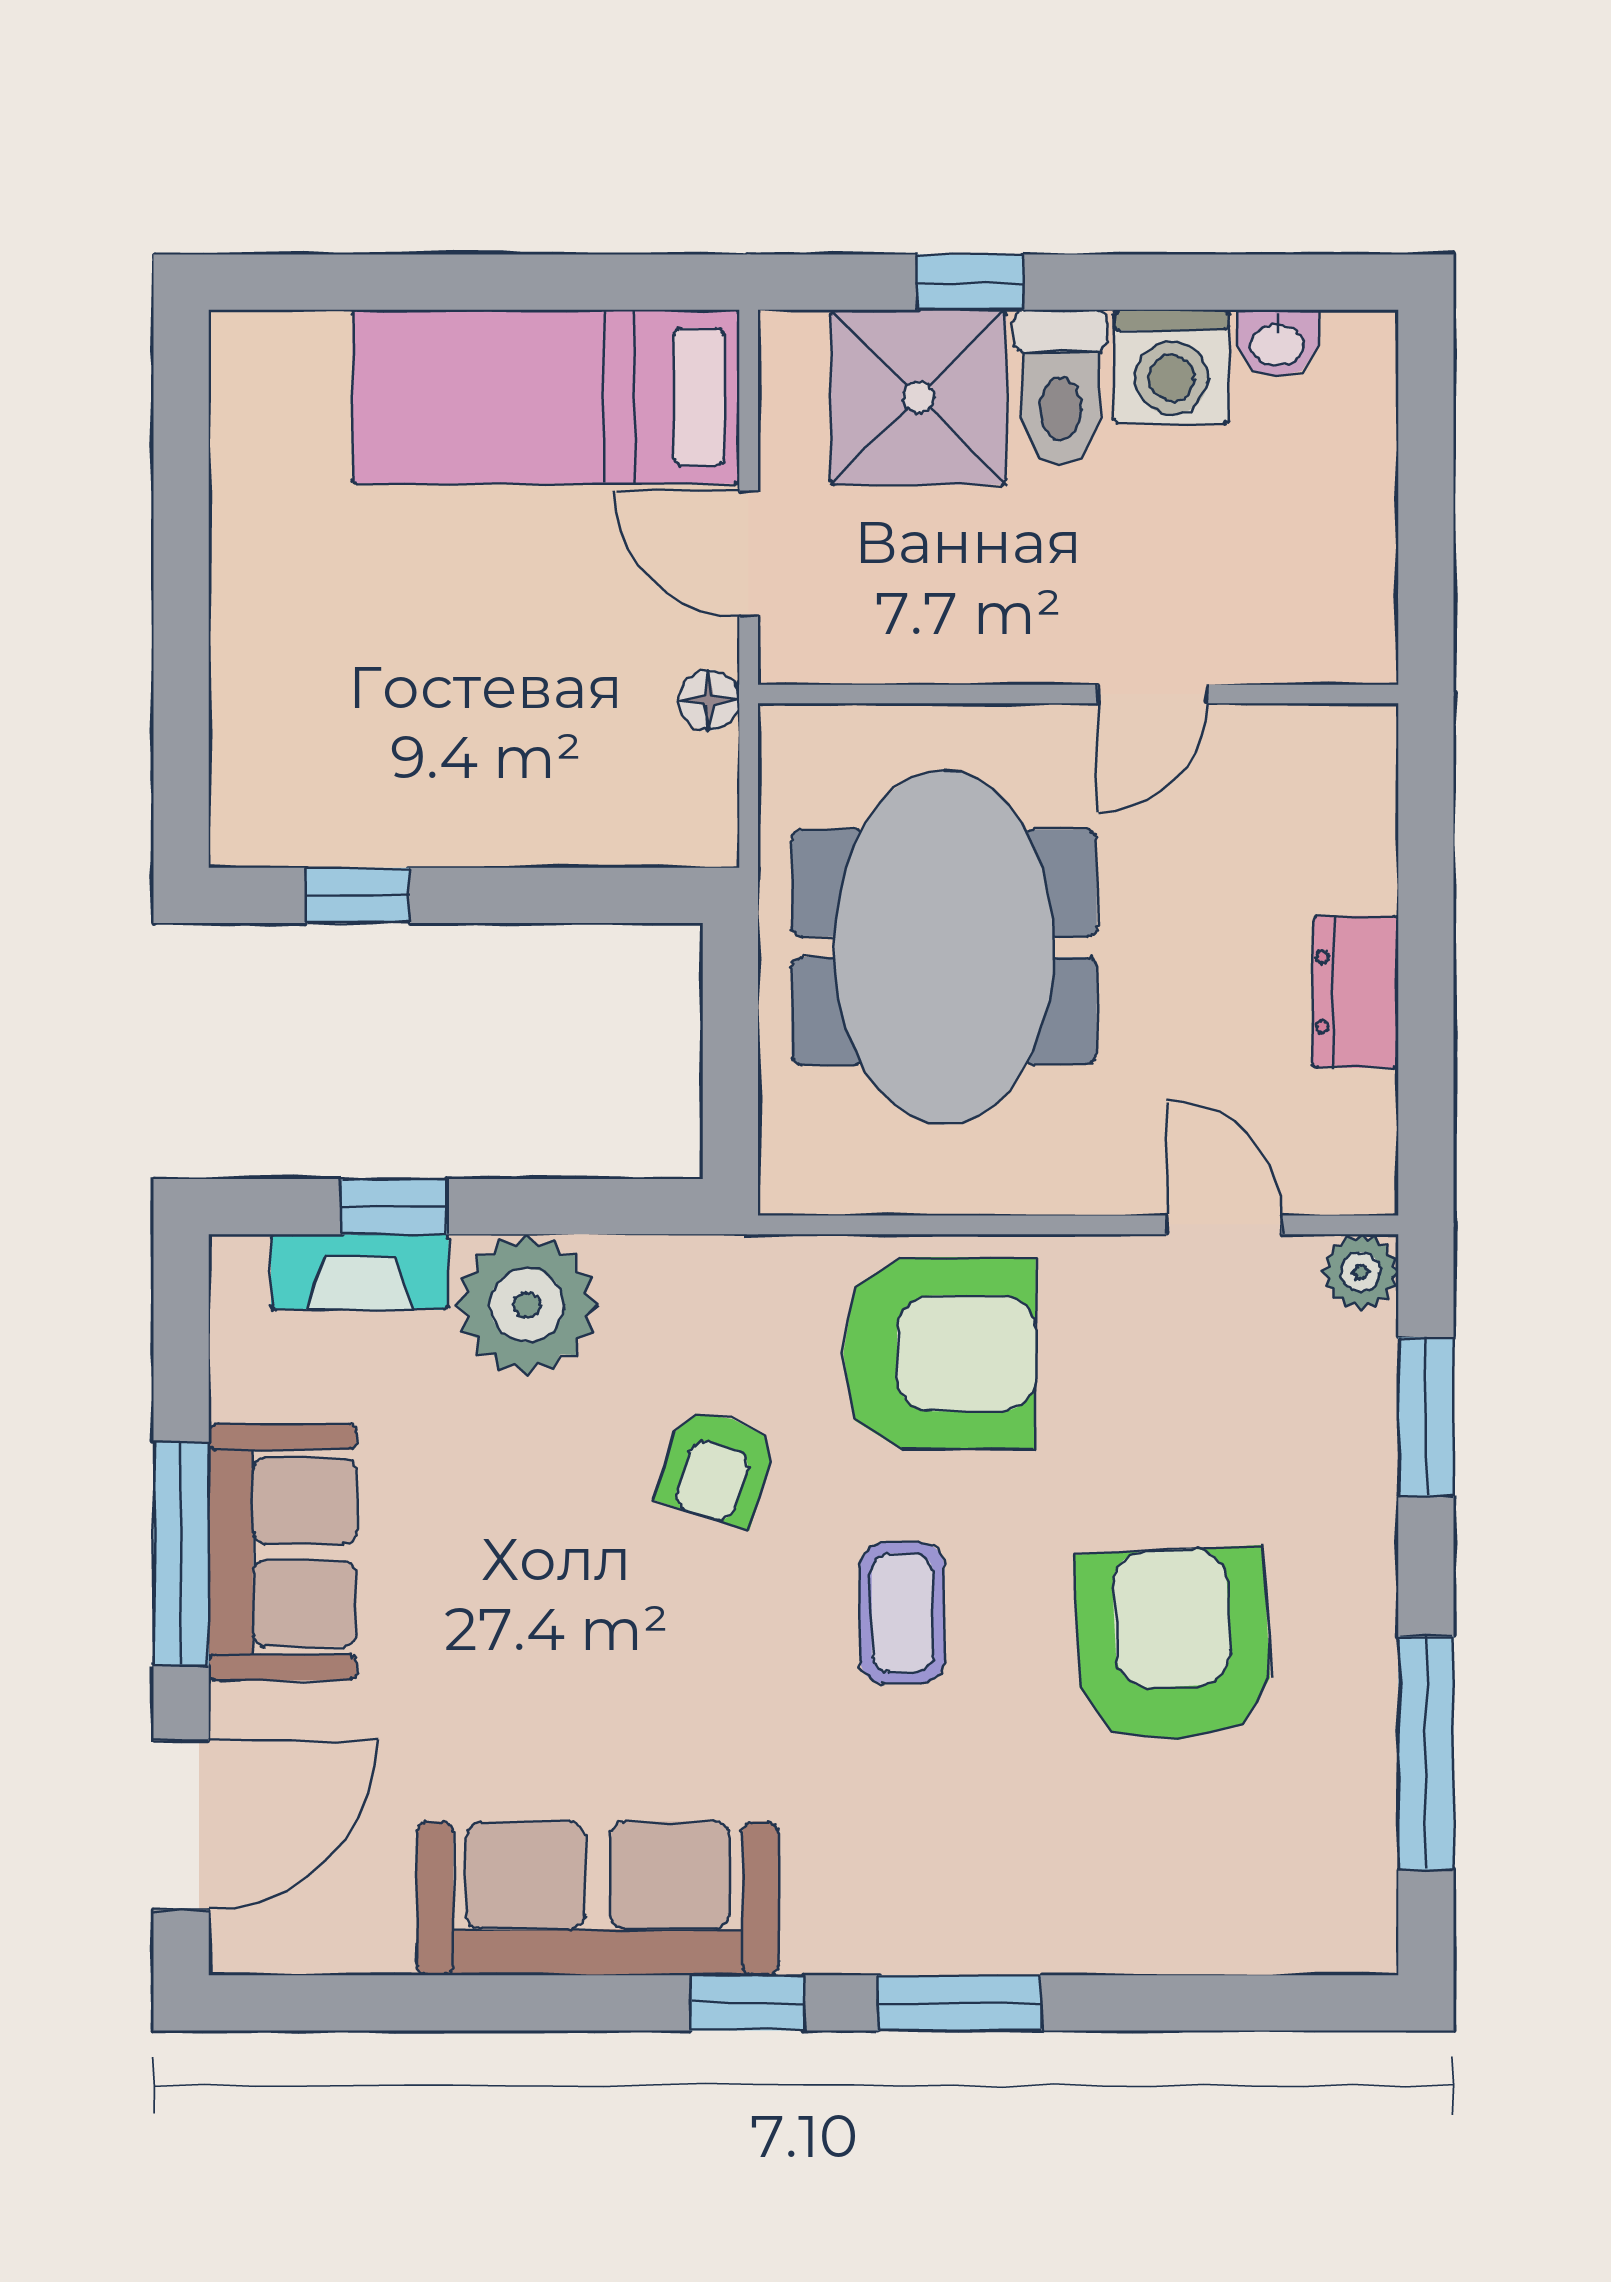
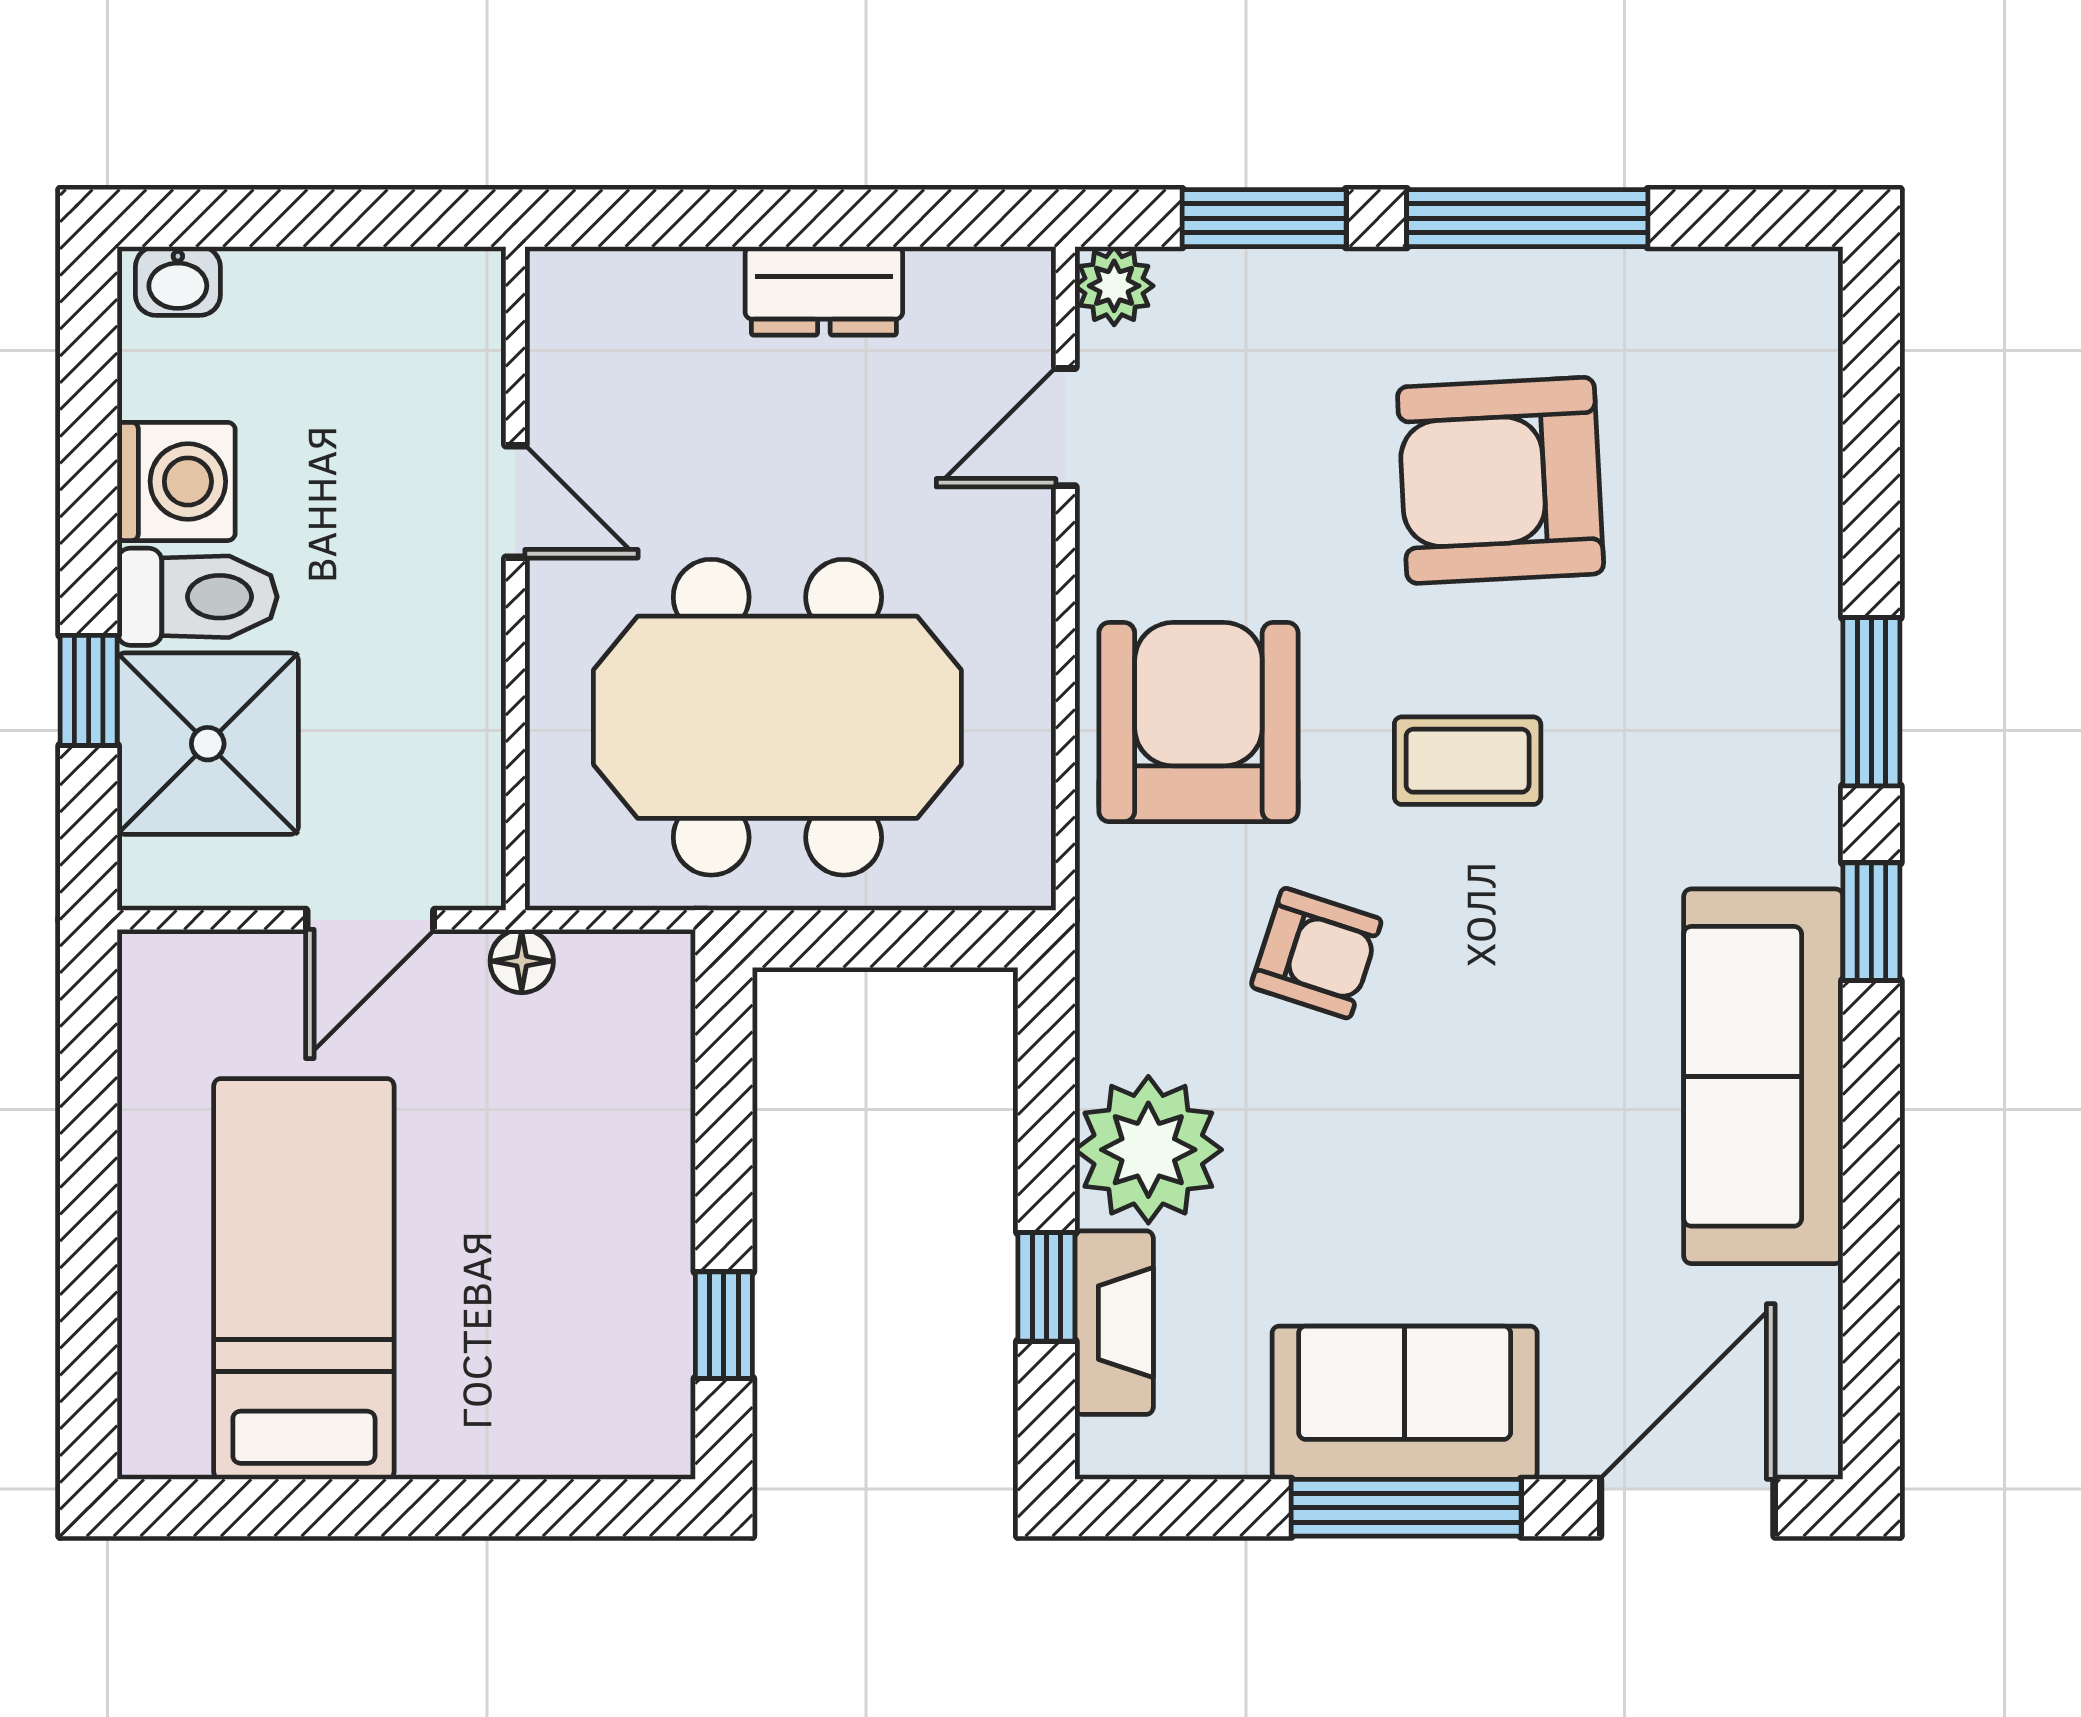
washbasin: (1277, 343) -> (178, 281), moved, turned 90
bed: (546, 397) -> (304, 1279), moved, turned 180
window: (1426, 1753) -> (1527, 218), moved
door: (181, 1825) -> (1687, 1508), hinge flipped

